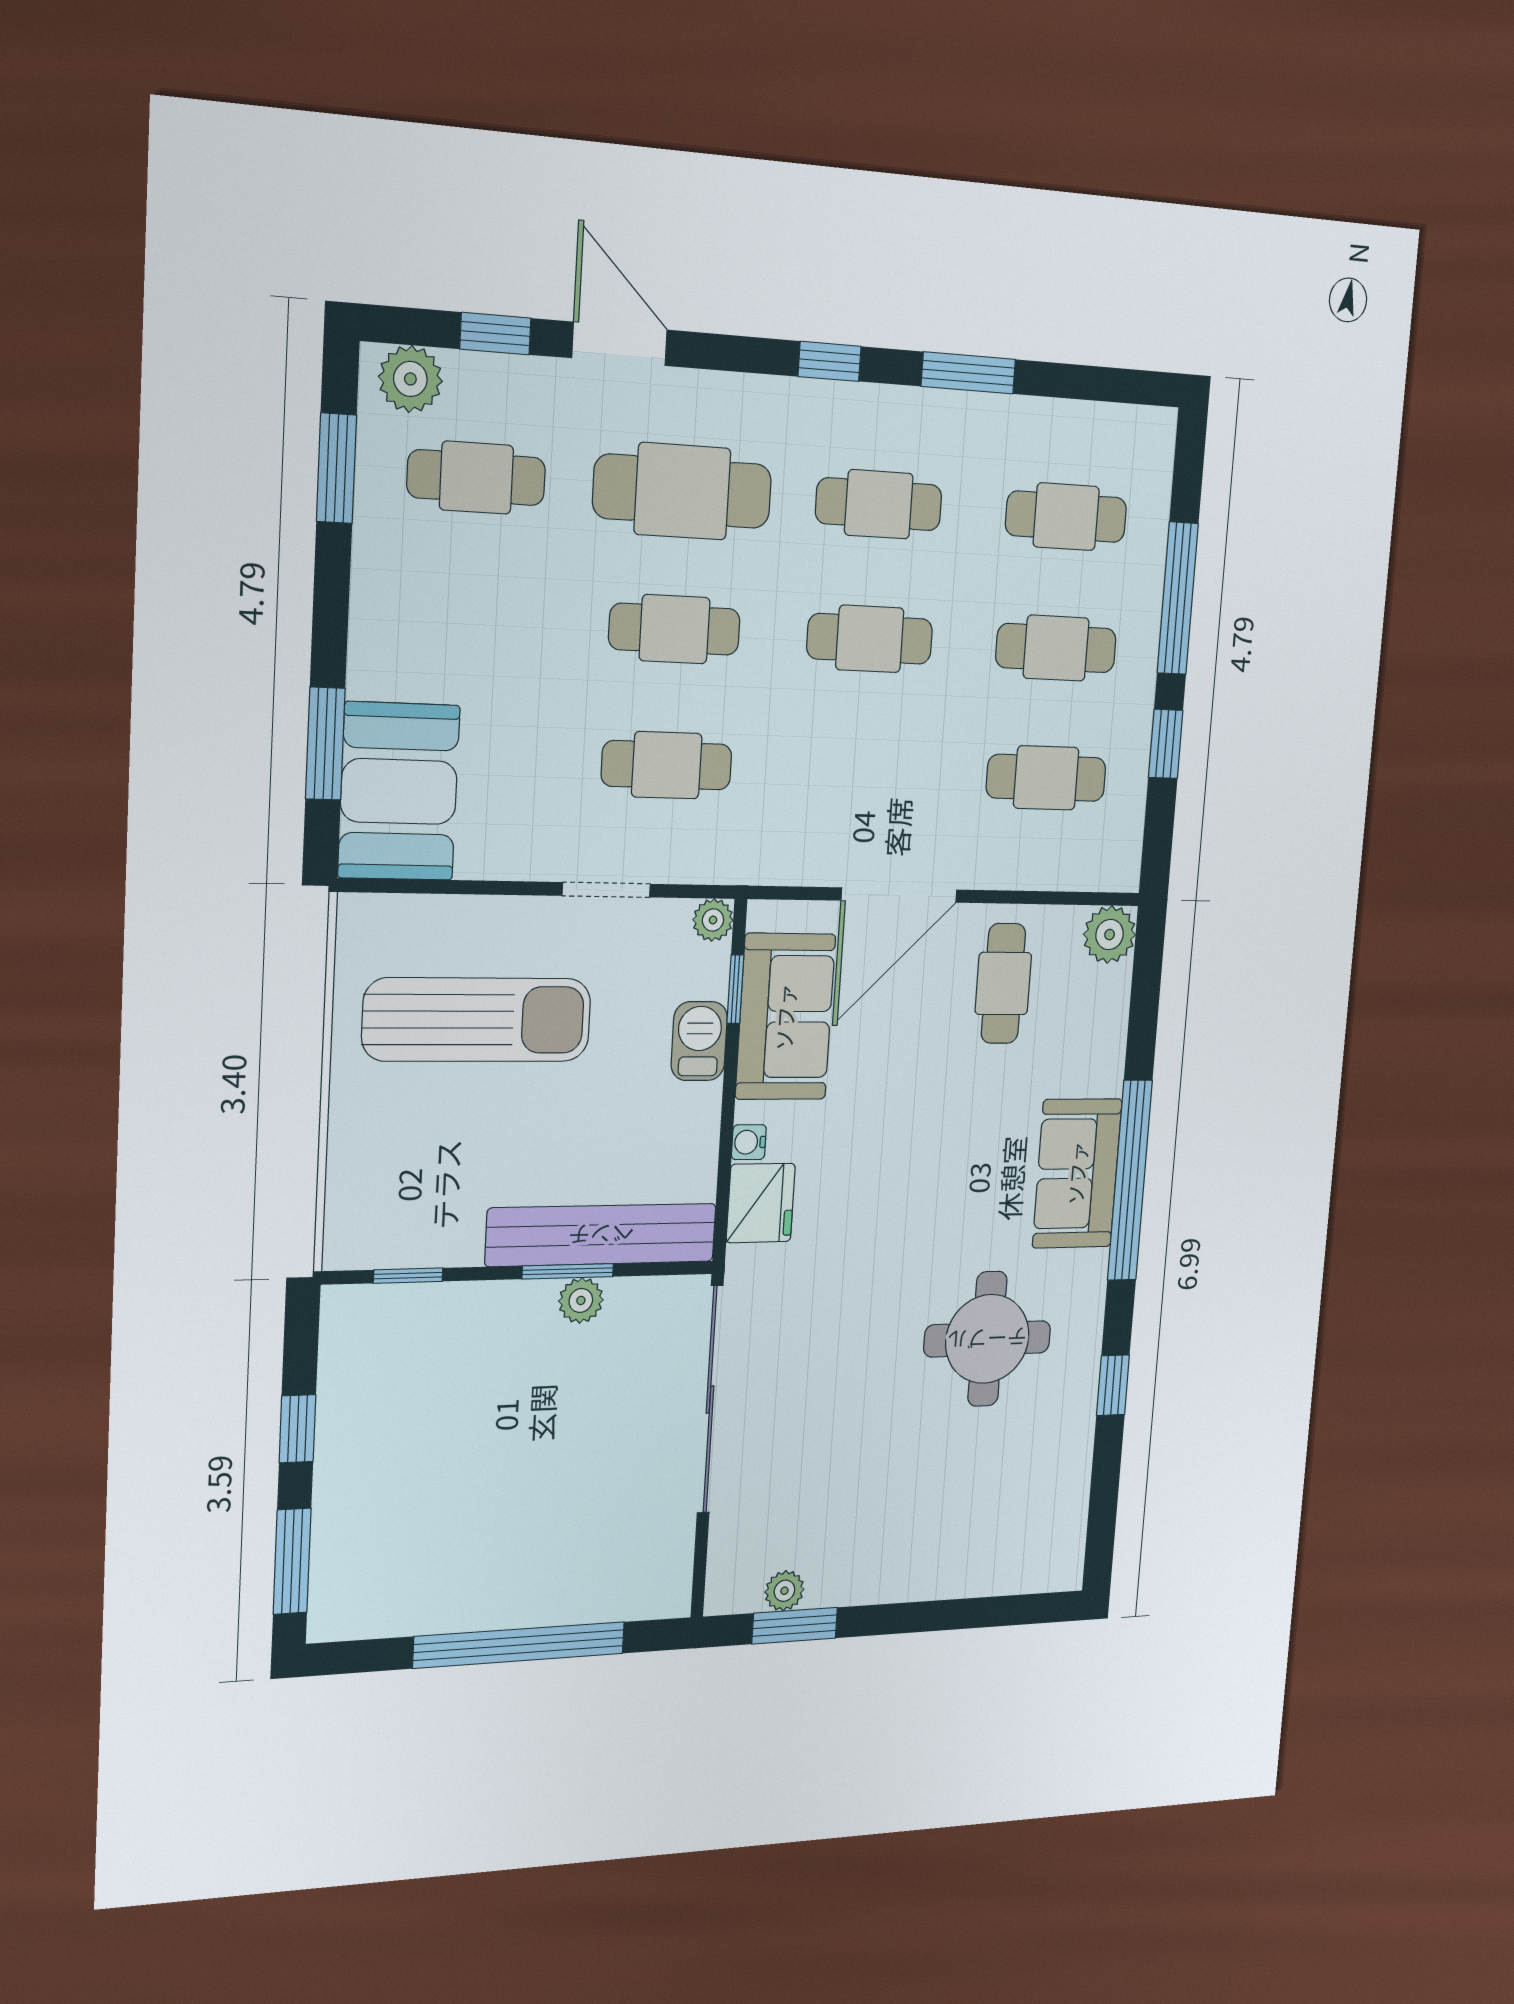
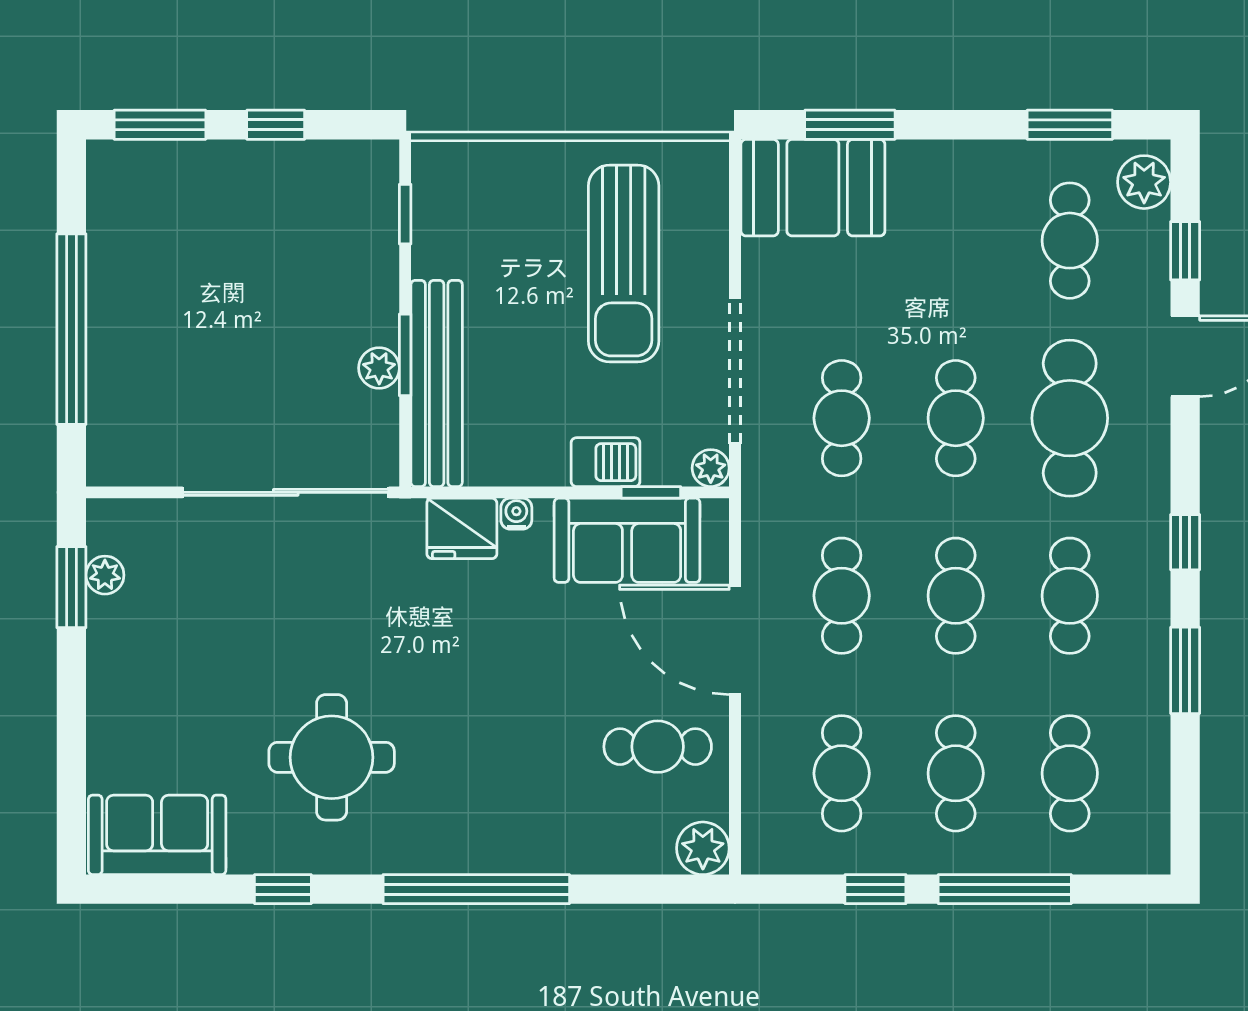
cafe table: (861, 772) -> (842, 596), added
doorway: (606, 890) -> (735, 371), width x1.88
sofa: (1077, 1173) -> (157, 835), moved

